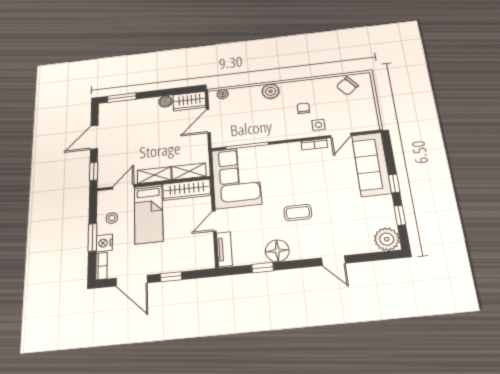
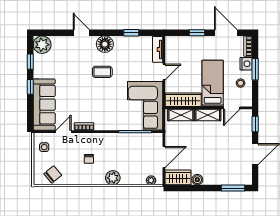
side table: (318, 125) -> (44, 147), moved
floor lamp: (277, 251) -> (105, 44), moved

